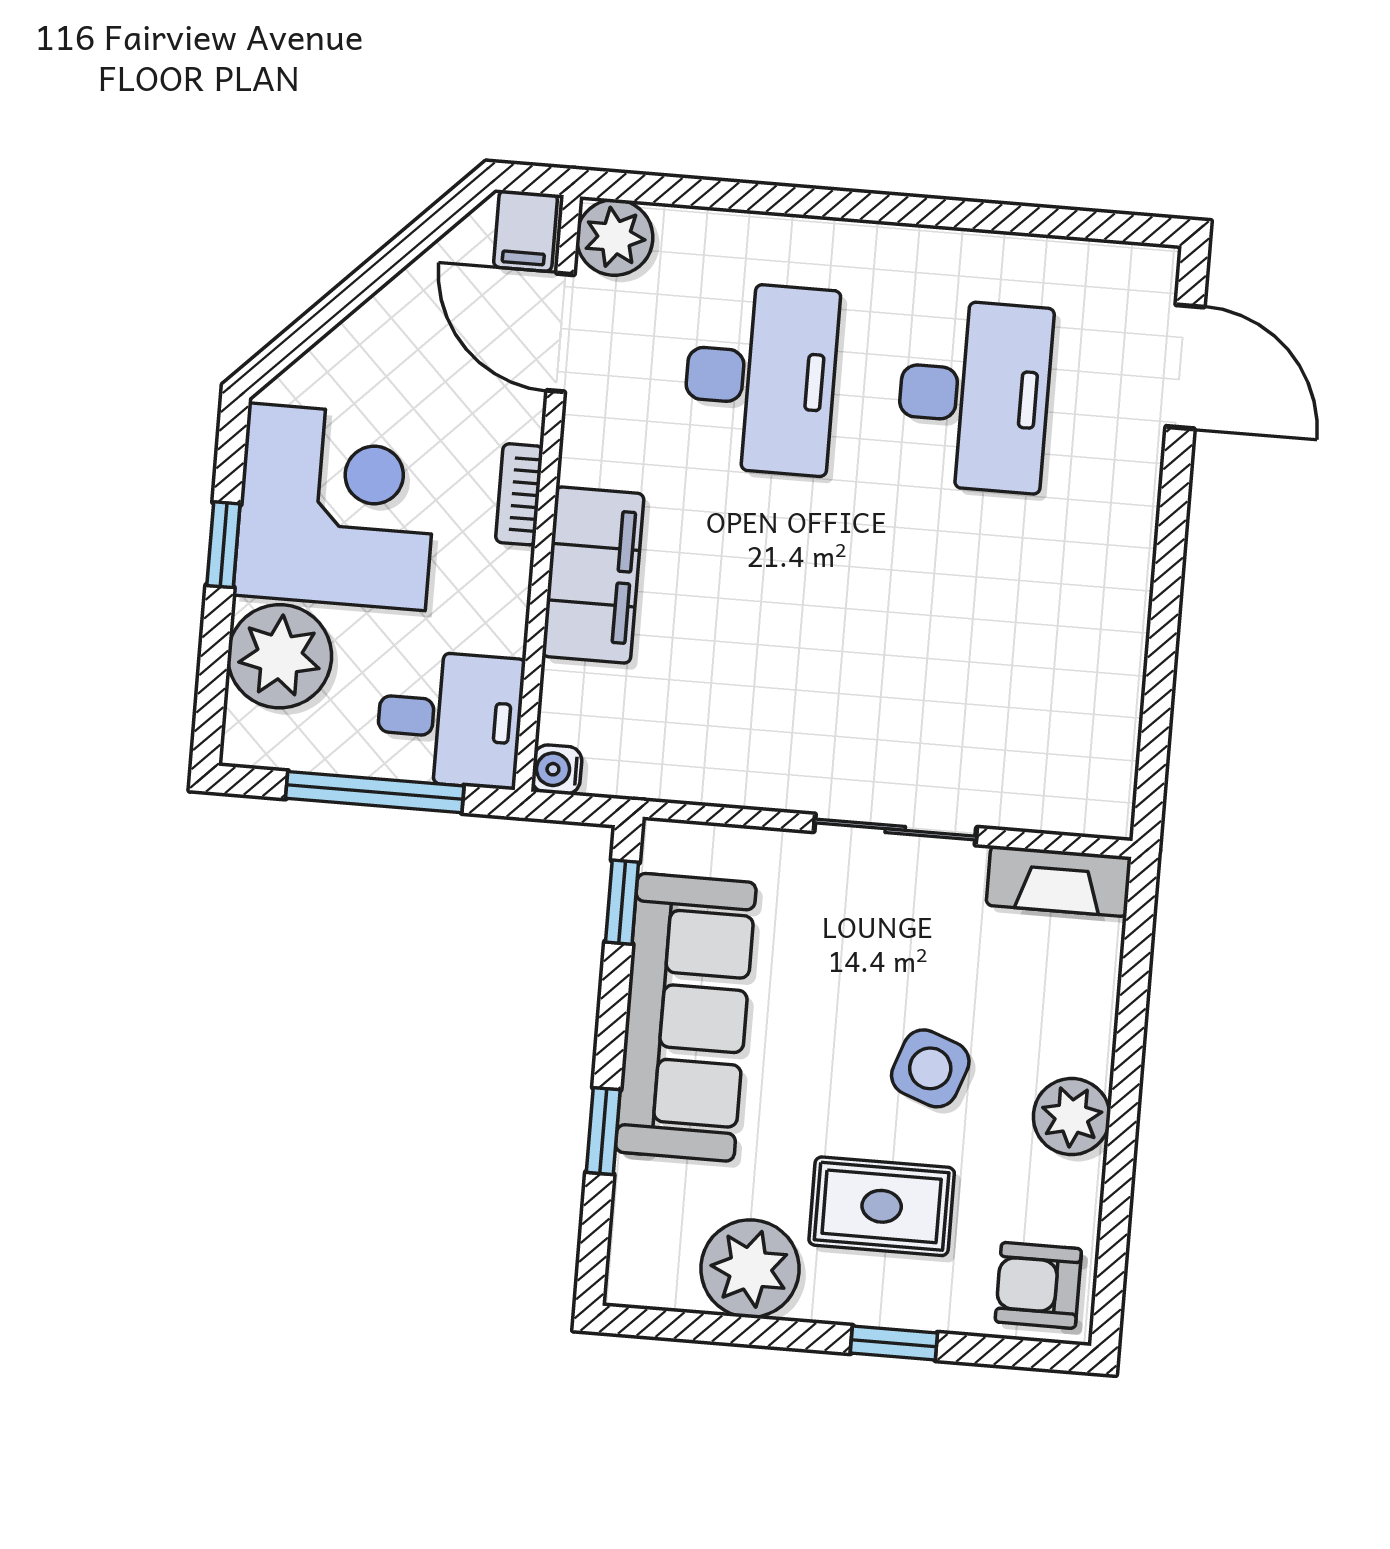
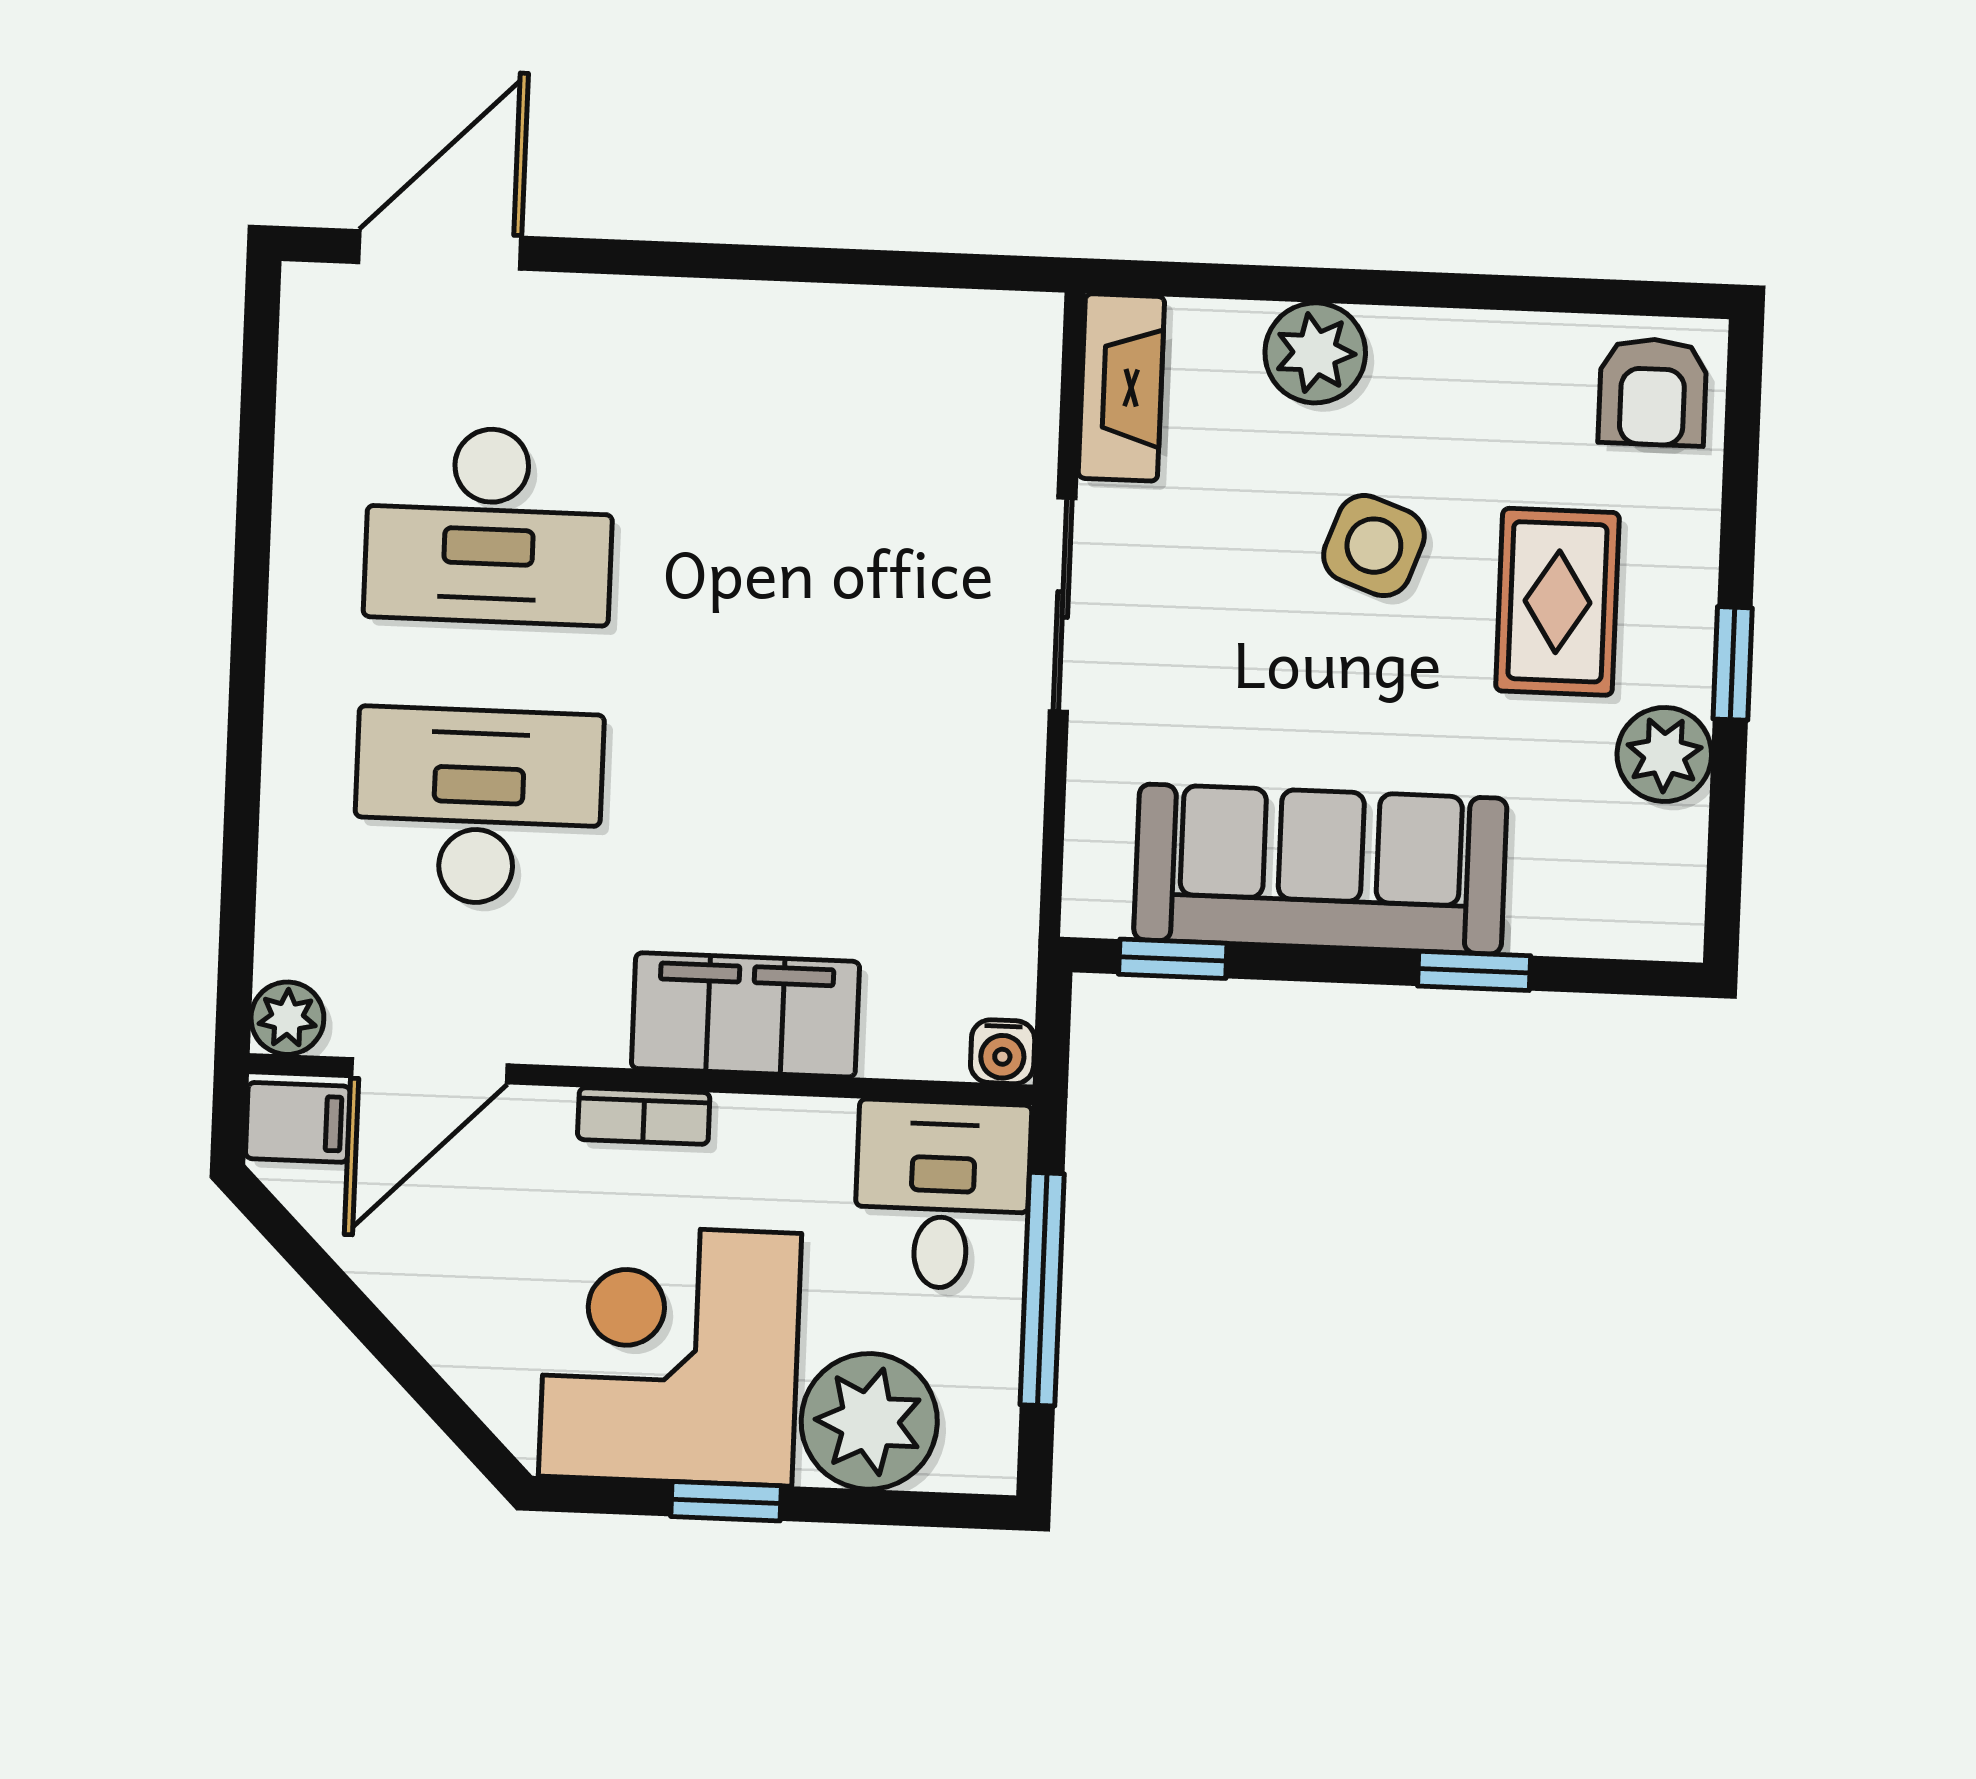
plant: (615, 237) -> (287, 1018), width x0.73, depth x0.73
desk: (974, 396) -> (489, 525), turned 180
plant: (1072, 1117) -> (1315, 353), moved
plant: (750, 1269) -> (1664, 754), width x0.73, depth x0.73
window: (894, 1343) -> (1733, 663), moved

